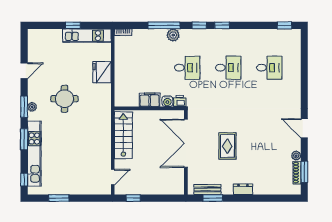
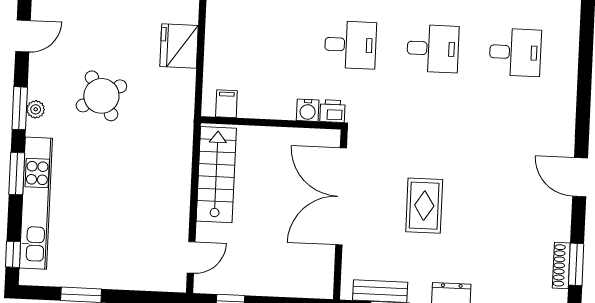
round table: (64, 99) -> (101, 96), turned -30
filing cabinet: (150, 100) -> (226, 104), moved, width x0.50
plant: (296, 156) -> (561, 231), removed

